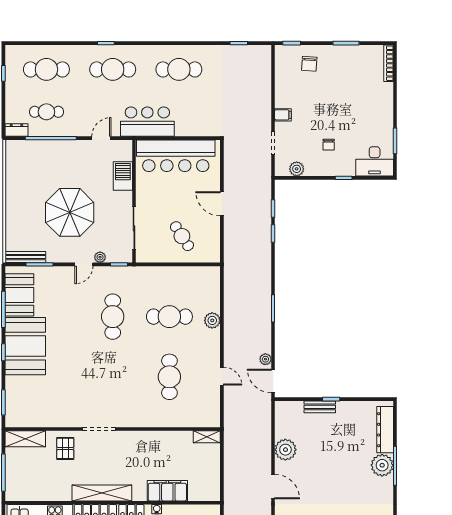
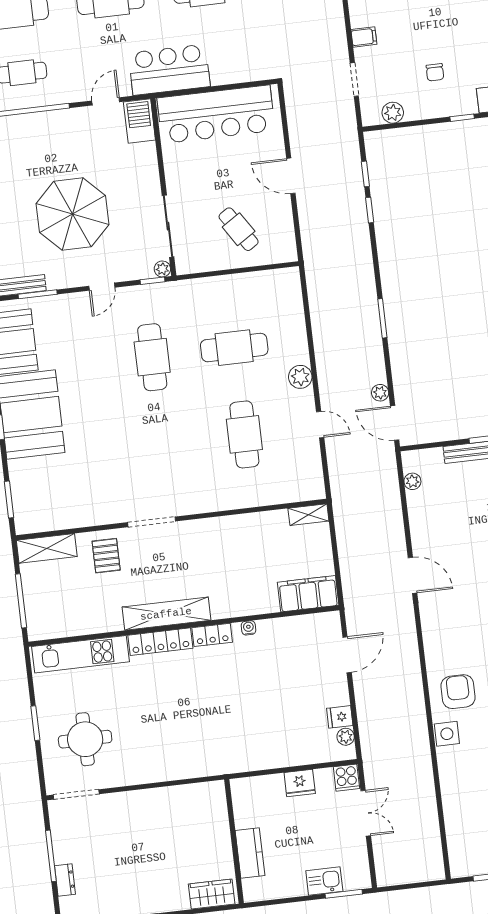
barbecue: (123, 176) -> (139, 121), moved
plant: (100, 257) -> (162, 269), moved
plant: (212, 320) -> (300, 377), moved
plant: (285, 450) -> (412, 481), moved, width x0.53, depth x0.53
filing cabinet: (167, 491) -> (308, 594), moved

